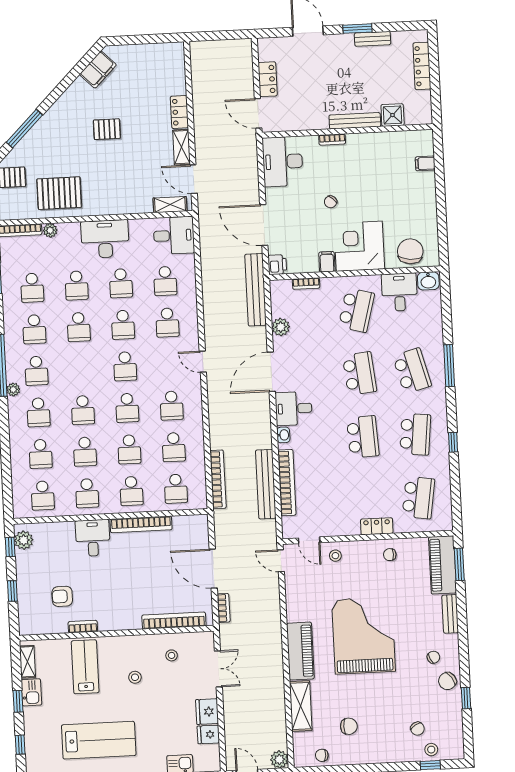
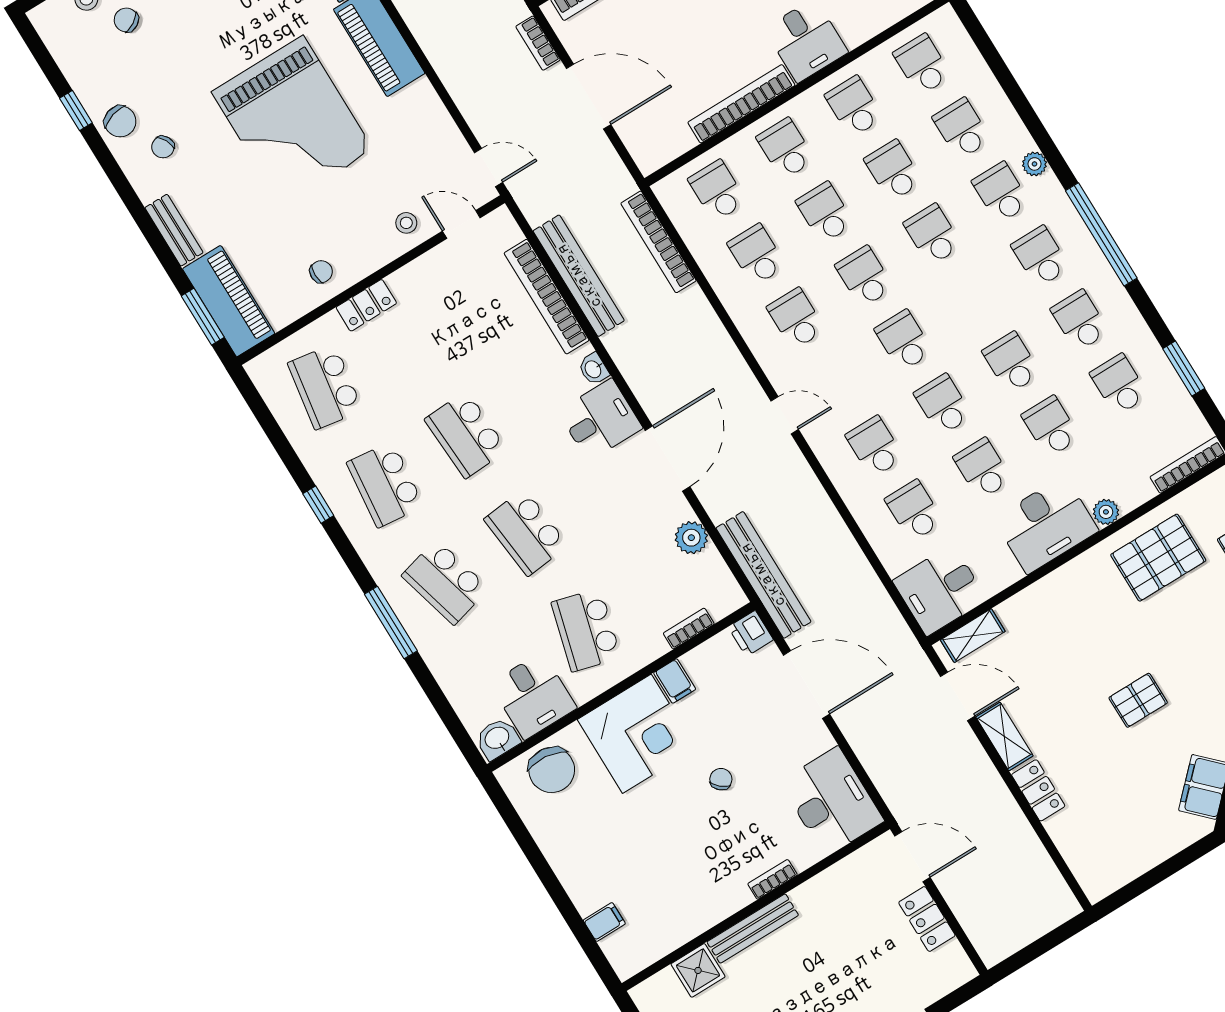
plant: (50, 230) -> (1106, 512), moved
plant: (13, 390) -> (1034, 164), moved
chair: (447, 681) -> (120, 121), turned 108

